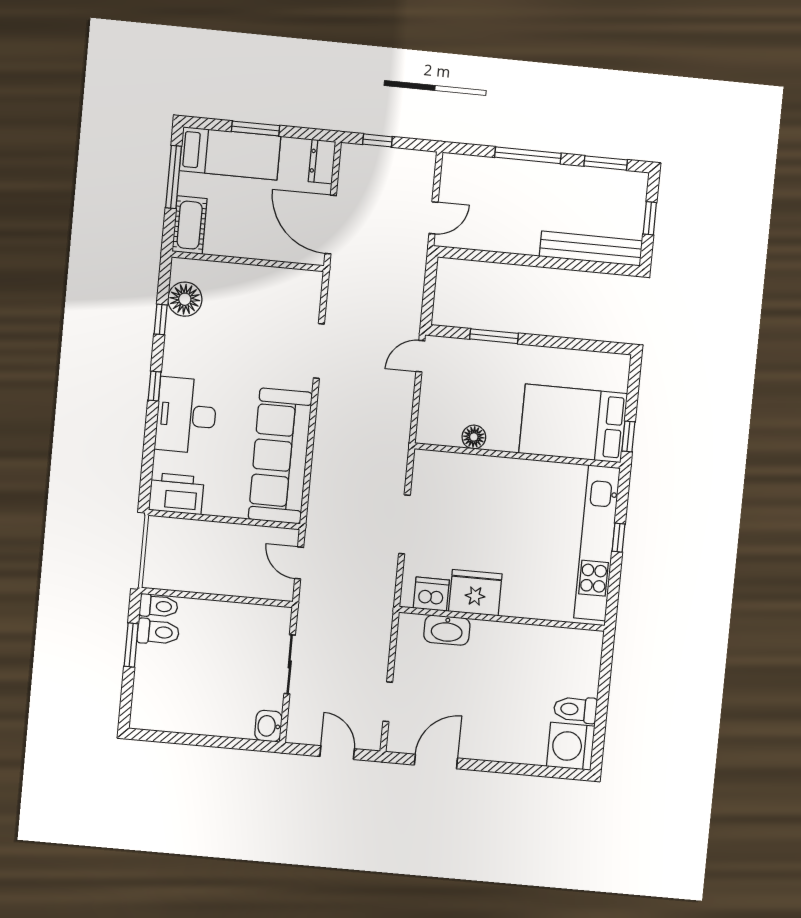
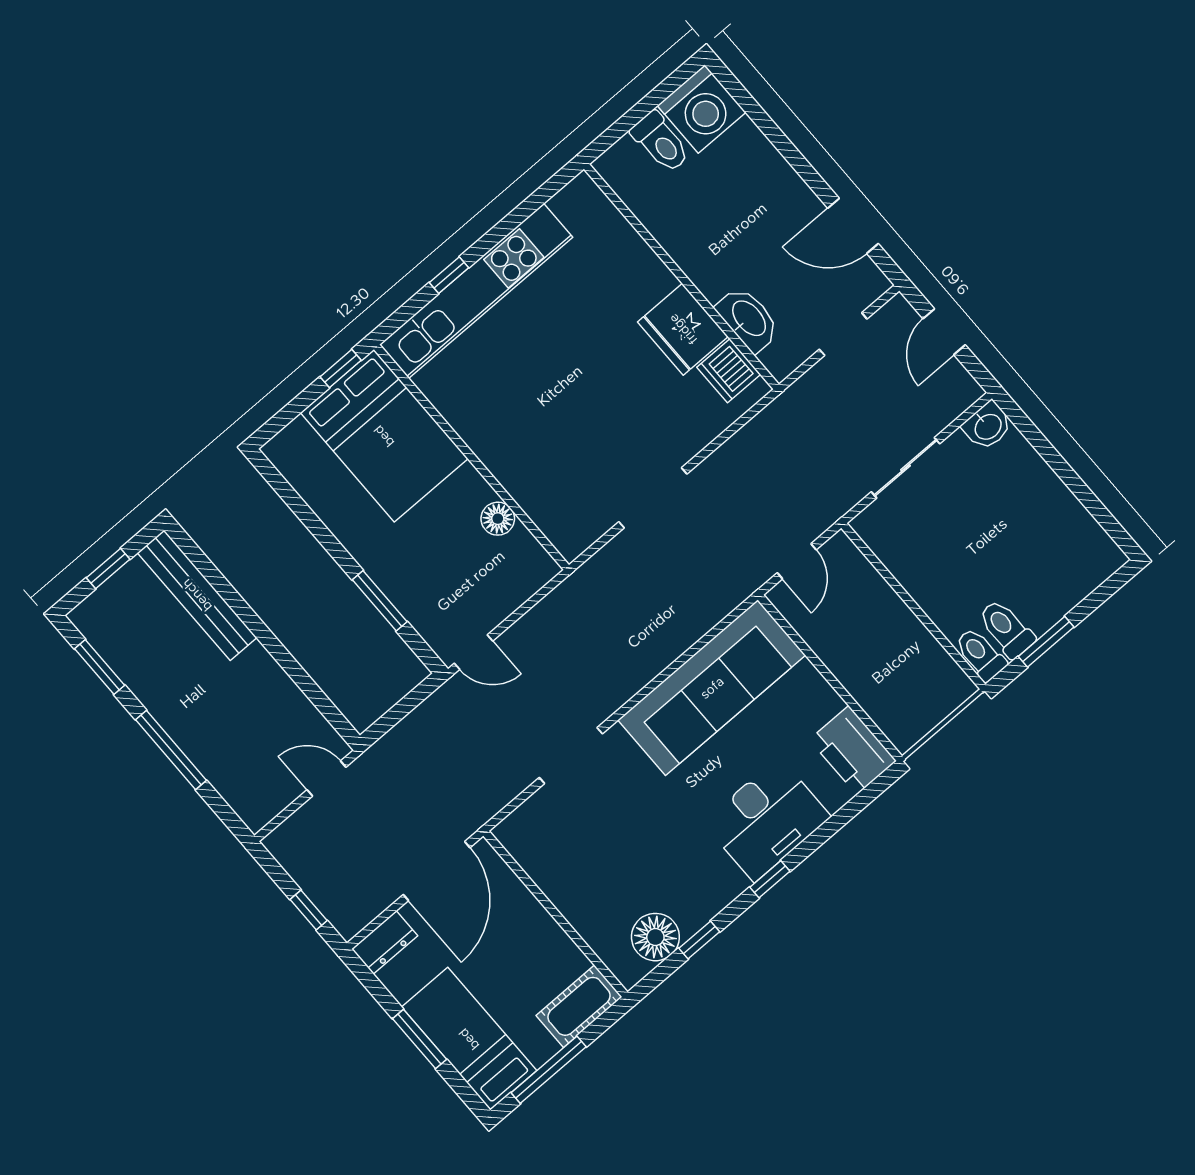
fridge: (475, 593) -> (683, 329), moved
dishwasher: (431, 594) -> (729, 371), moved
wall: (502, 619) -> (681, 277), moved
washbasin: (447, 630) -> (748, 319), moved

